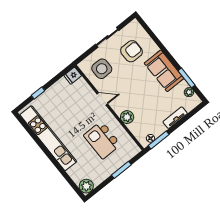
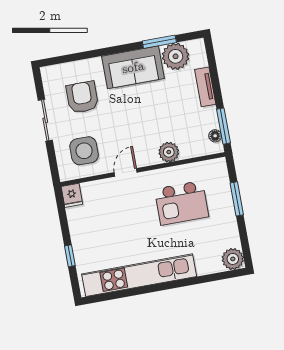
plant: (189, 92) -> (176, 56), width x1.88, depth x1.88

